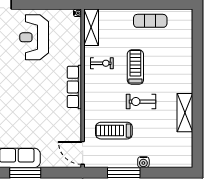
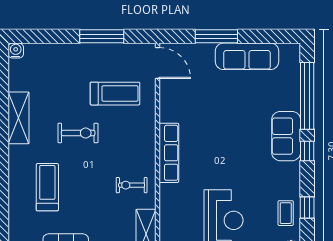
treadmill: (135, 67) -> (47, 187), moved, turned 180
water cooler: (143, 162) -> (16, 51), moved
window: (25, 173) -> (216, 36), moved

